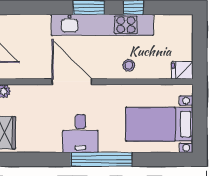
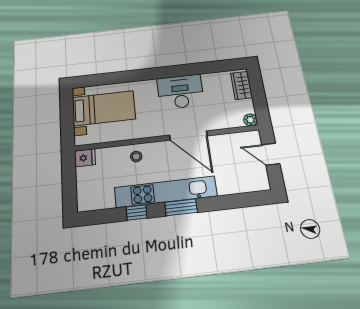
desk: (80, 133) -> (180, 92), width x1.37
window: (101, 159) -> (153, 74), removed

